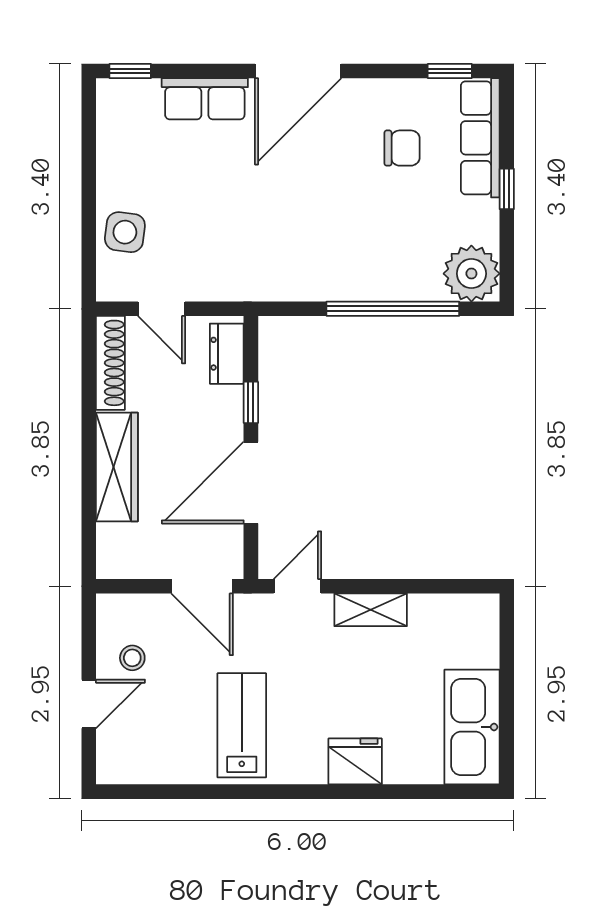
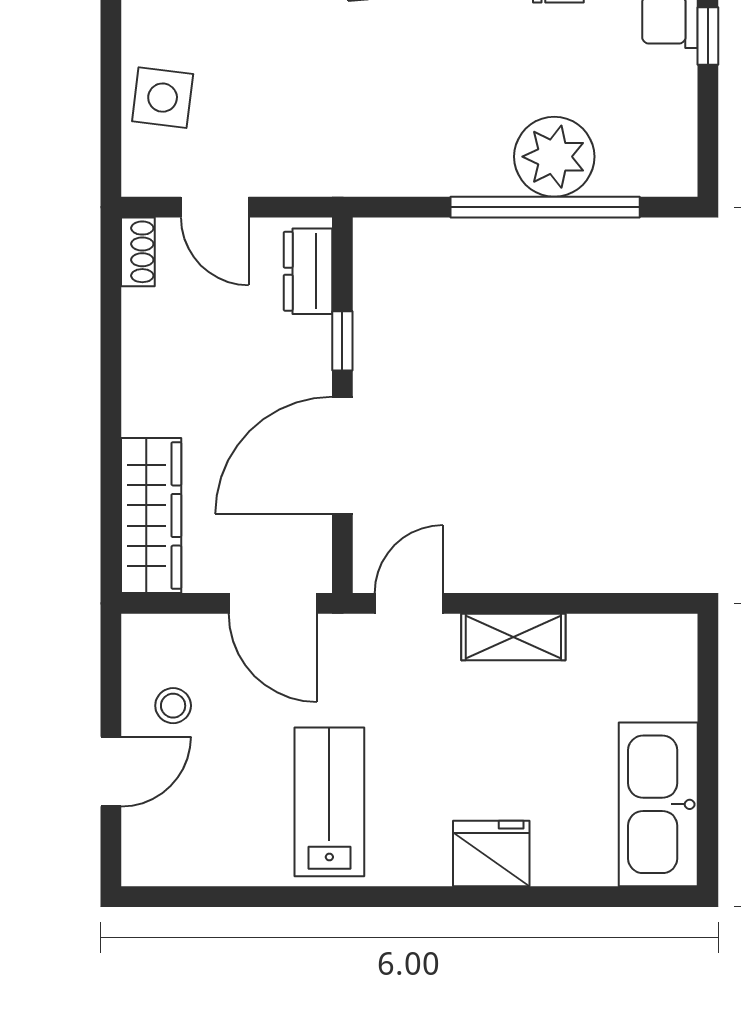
plant: (471, 274) -> (554, 157), moved
shoe rack: (110, 363) -> (138, 252), width x0.51, depth x0.81
wardrobe: (117, 467) -> (151, 516), moved

